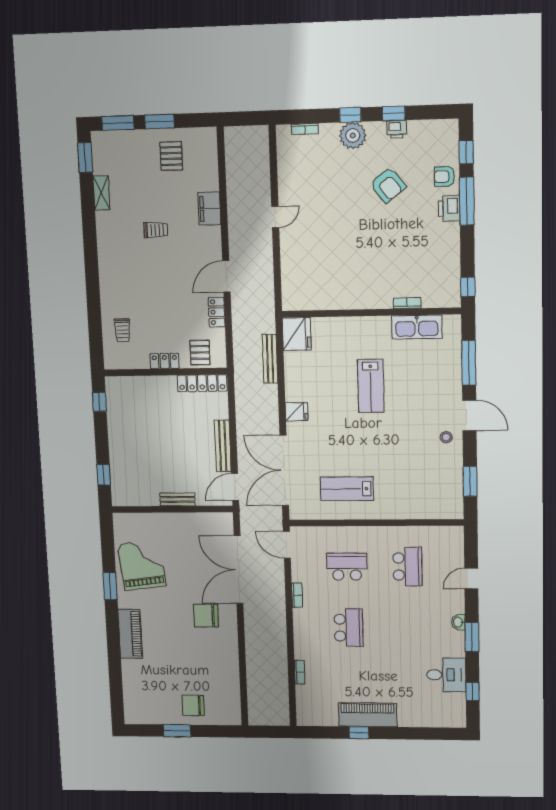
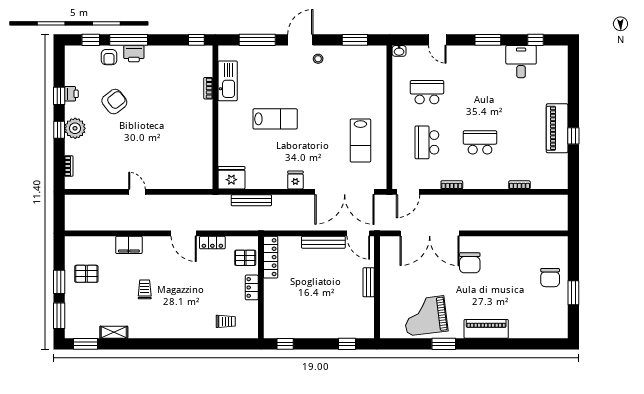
washbasin: (458, 622) -> (399, 51), moved

